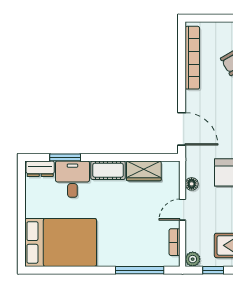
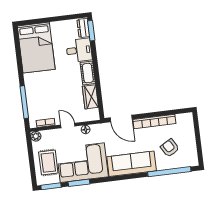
bookcase: (192, 58) -> (154, 122), moved
door: (182, 129) -> (121, 118), hinge flipped
window: (65, 157) -> (91, 31), moved
window: (213, 270) -> (30, 151), removed

